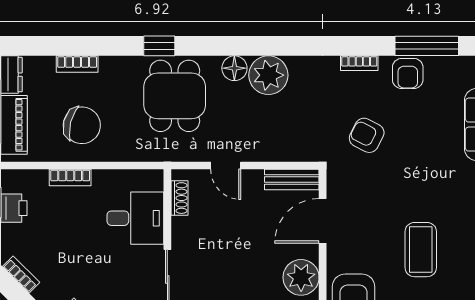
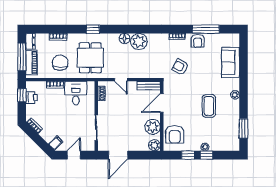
dining table: (175, 96) -> (90, 58), moved
chair: (82, 125) -> (60, 63), turned -104
desk: (135, 218) -> (76, 93), moved, turned -90
coffee table: (421, 250) -> (209, 106), moved

